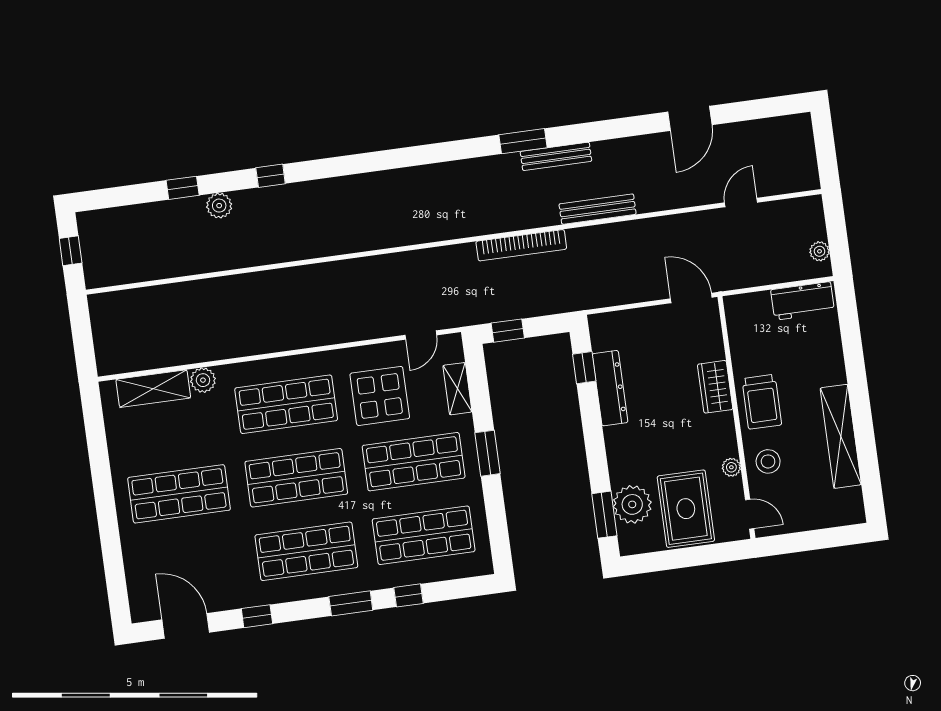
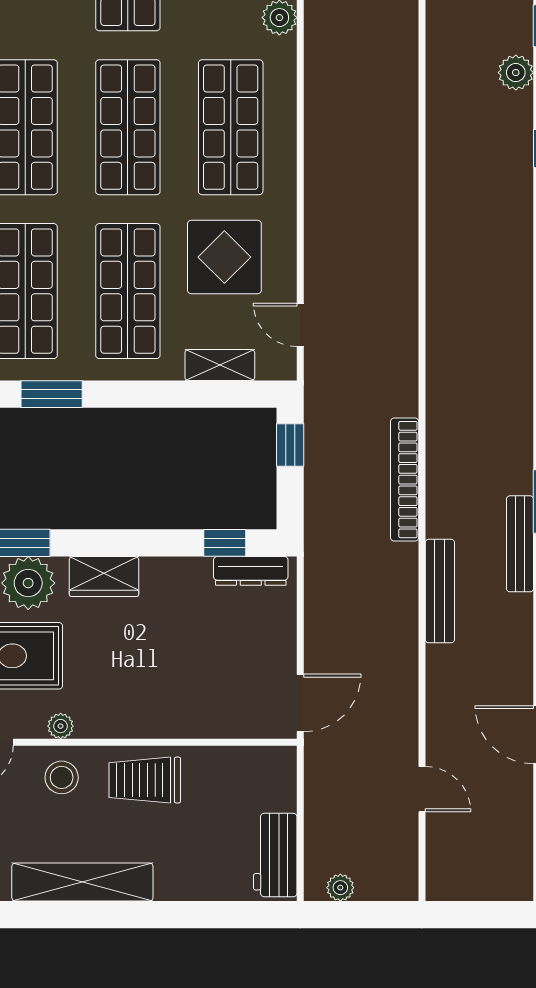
wardrobe: (715, 387) -> (104, 576), moved, turned 180
dresser: (610, 388) -> (251, 571), moved, width x0.73, depth x0.80
window: (488, 453) -> (52, 394), moved

